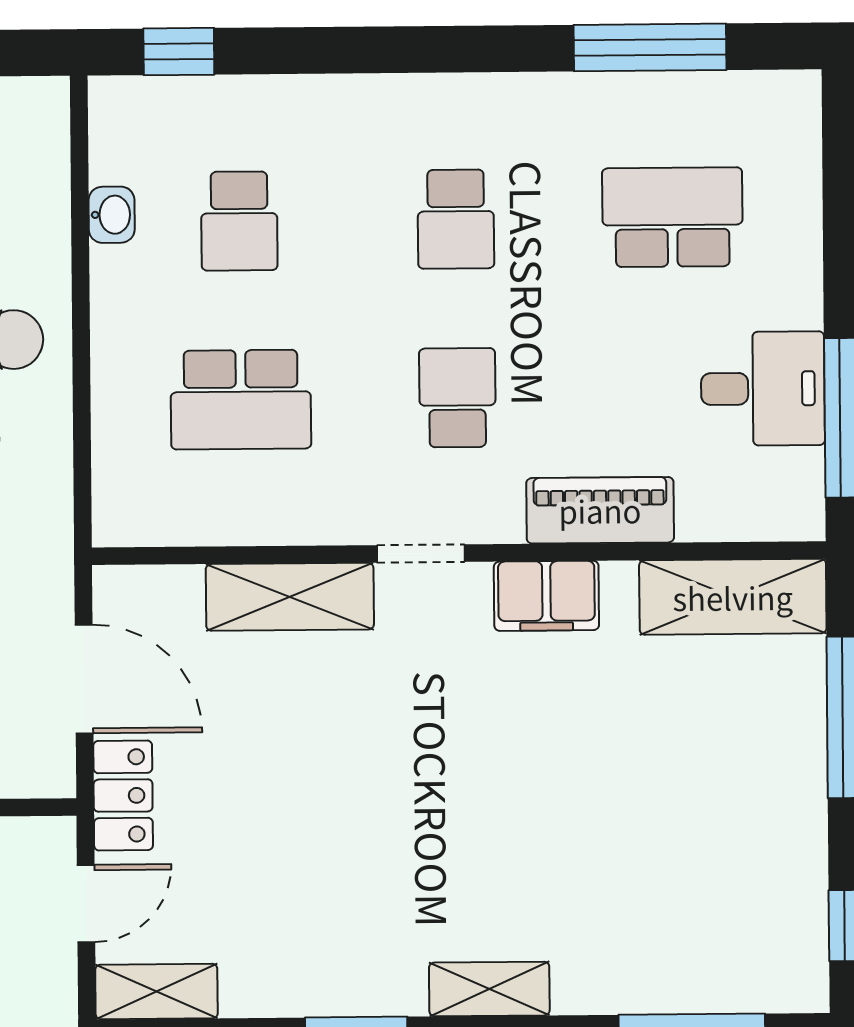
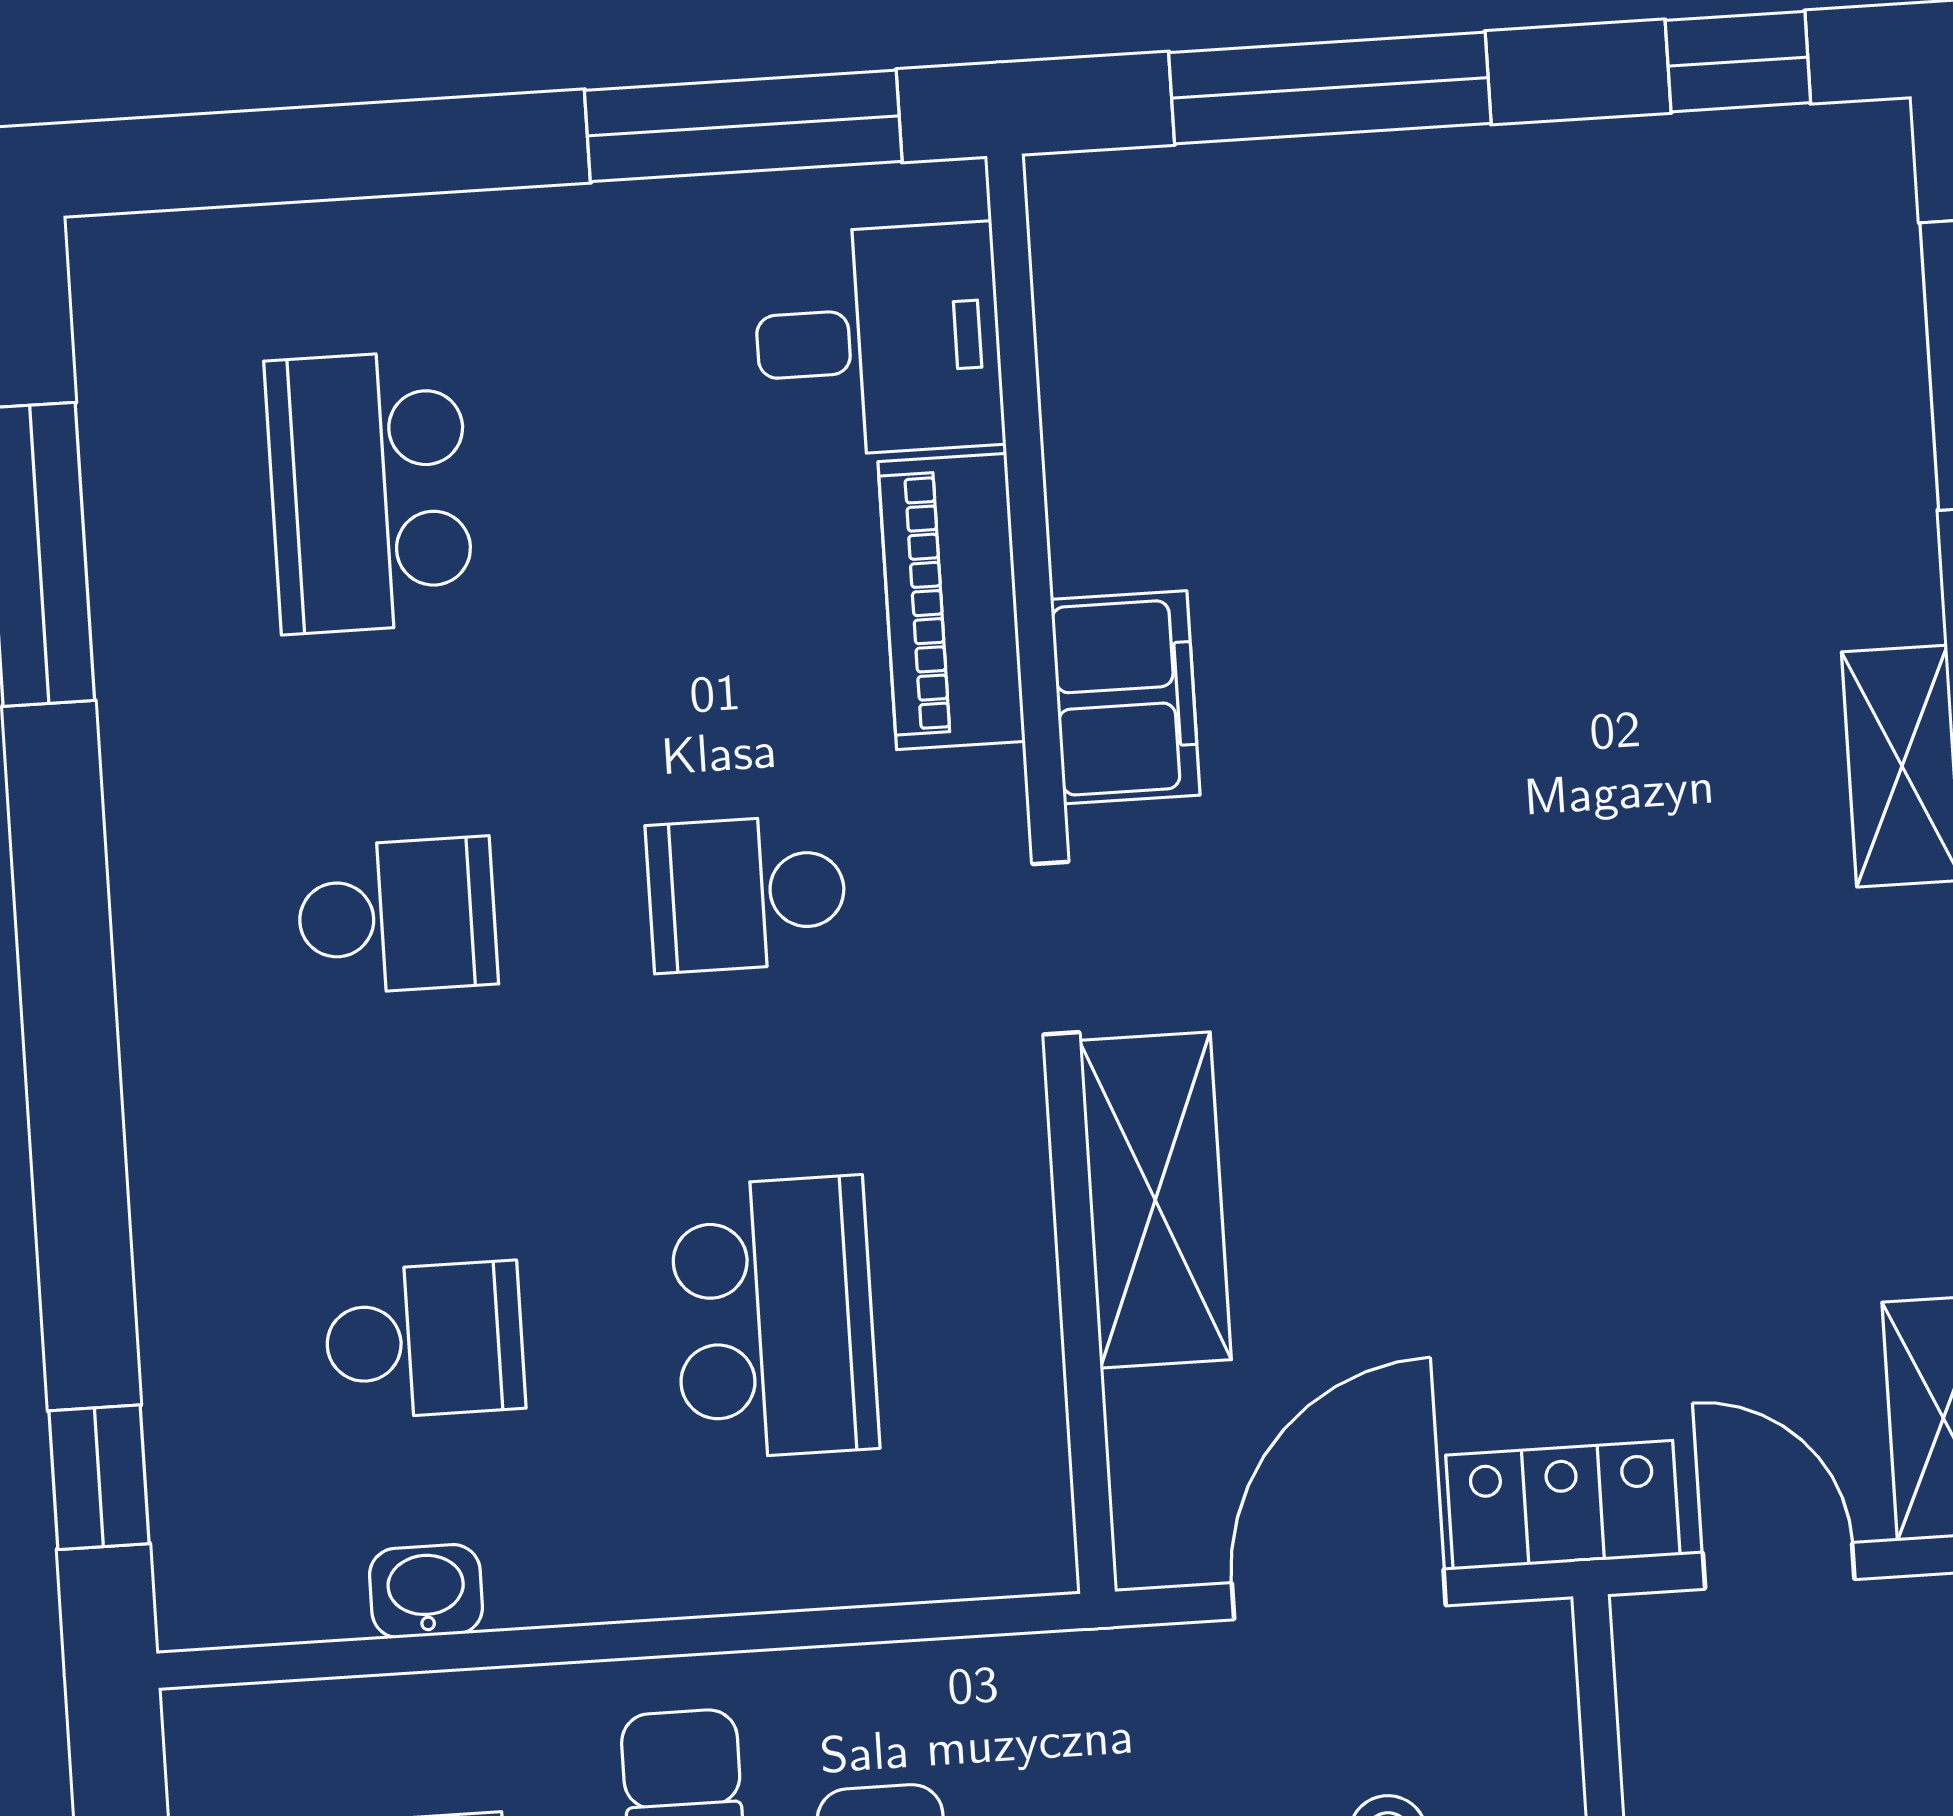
desk: (763, 389) -> (878, 340), moved, turned 90
shelving: (733, 597) -> (1107, 332), removed

